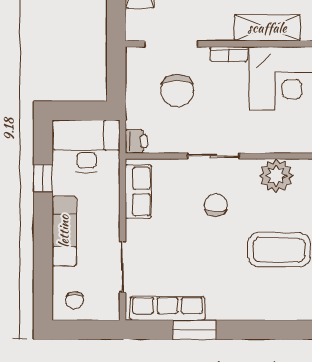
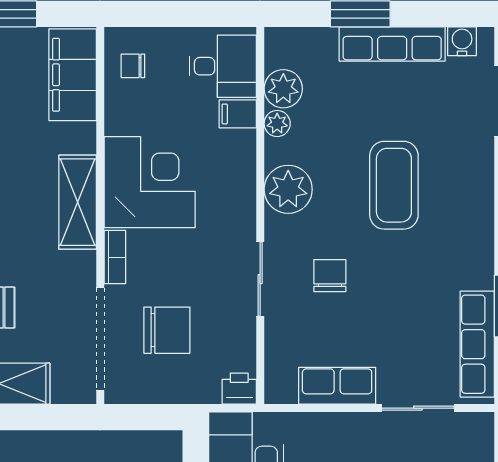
doorway: (171, 44) -> (100, 339), width x1.36
row of seats: (138, 192) -> (337, 386), moved
chair: (216, 205) -> (330, 276), turned 90

